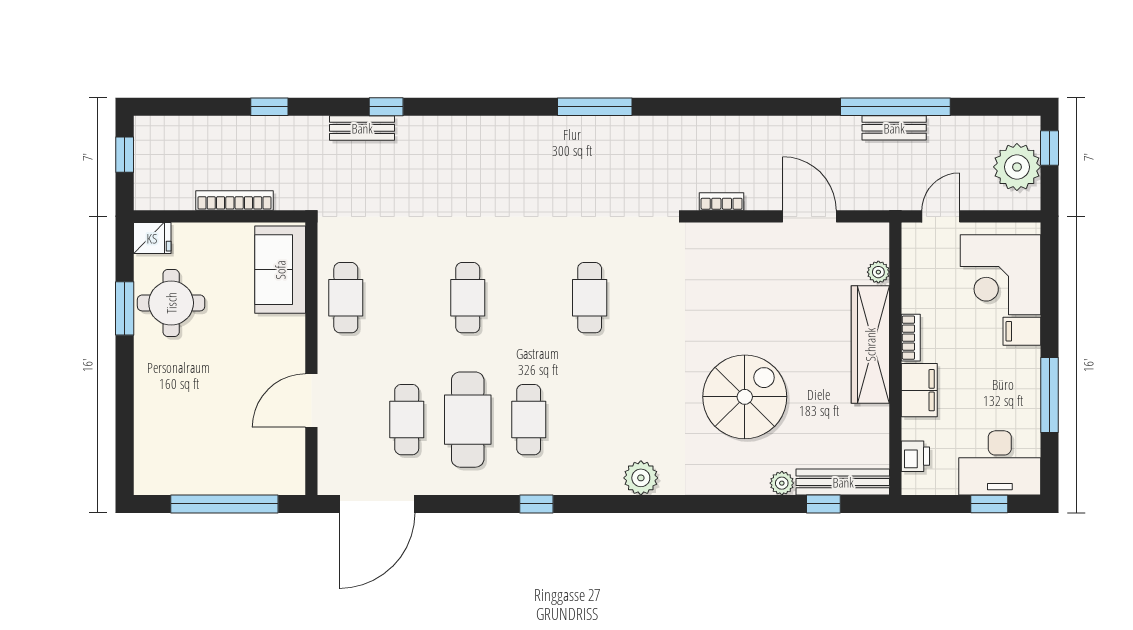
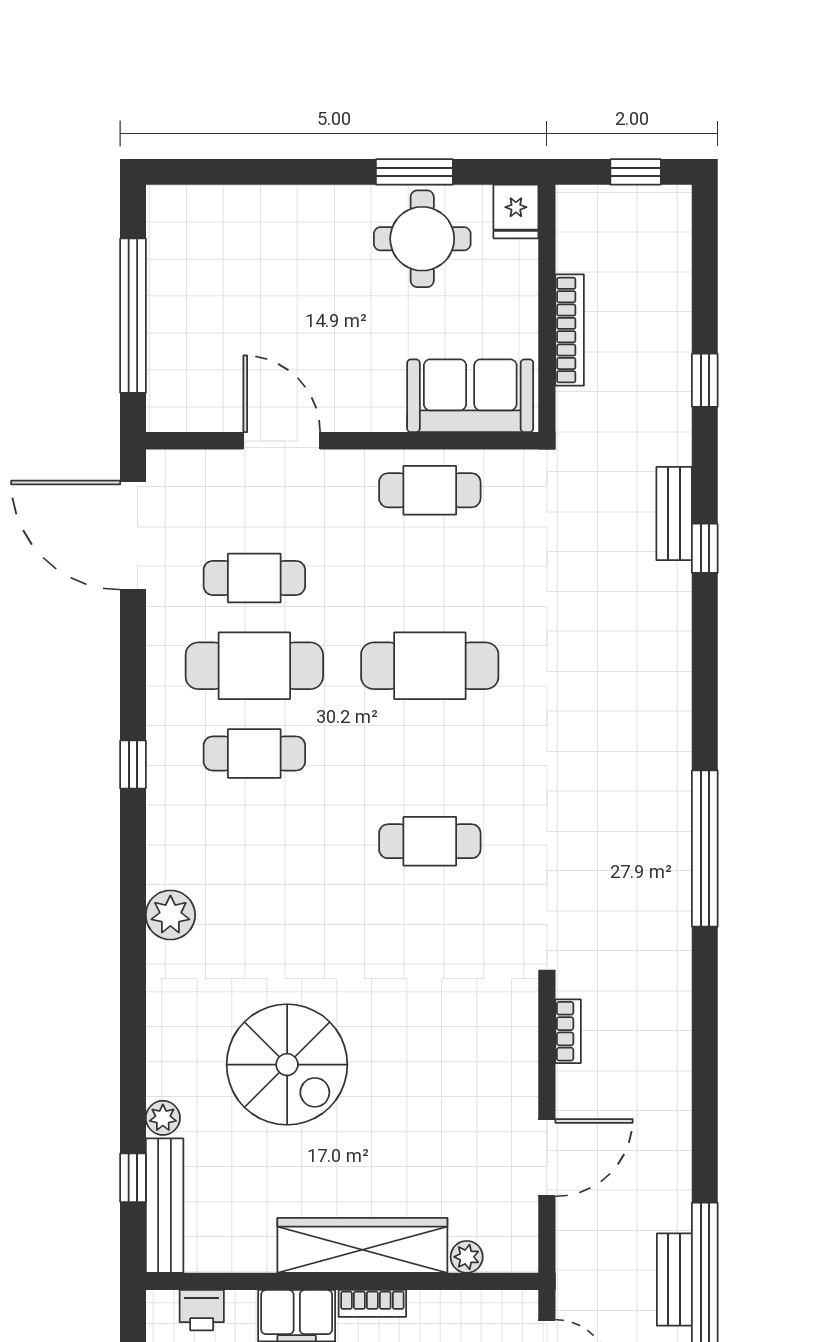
window: (595, 107) -> (705, 849), width x1.46
cafe table: (468, 298) -> (430, 666), width x1.37, depth x1.35

